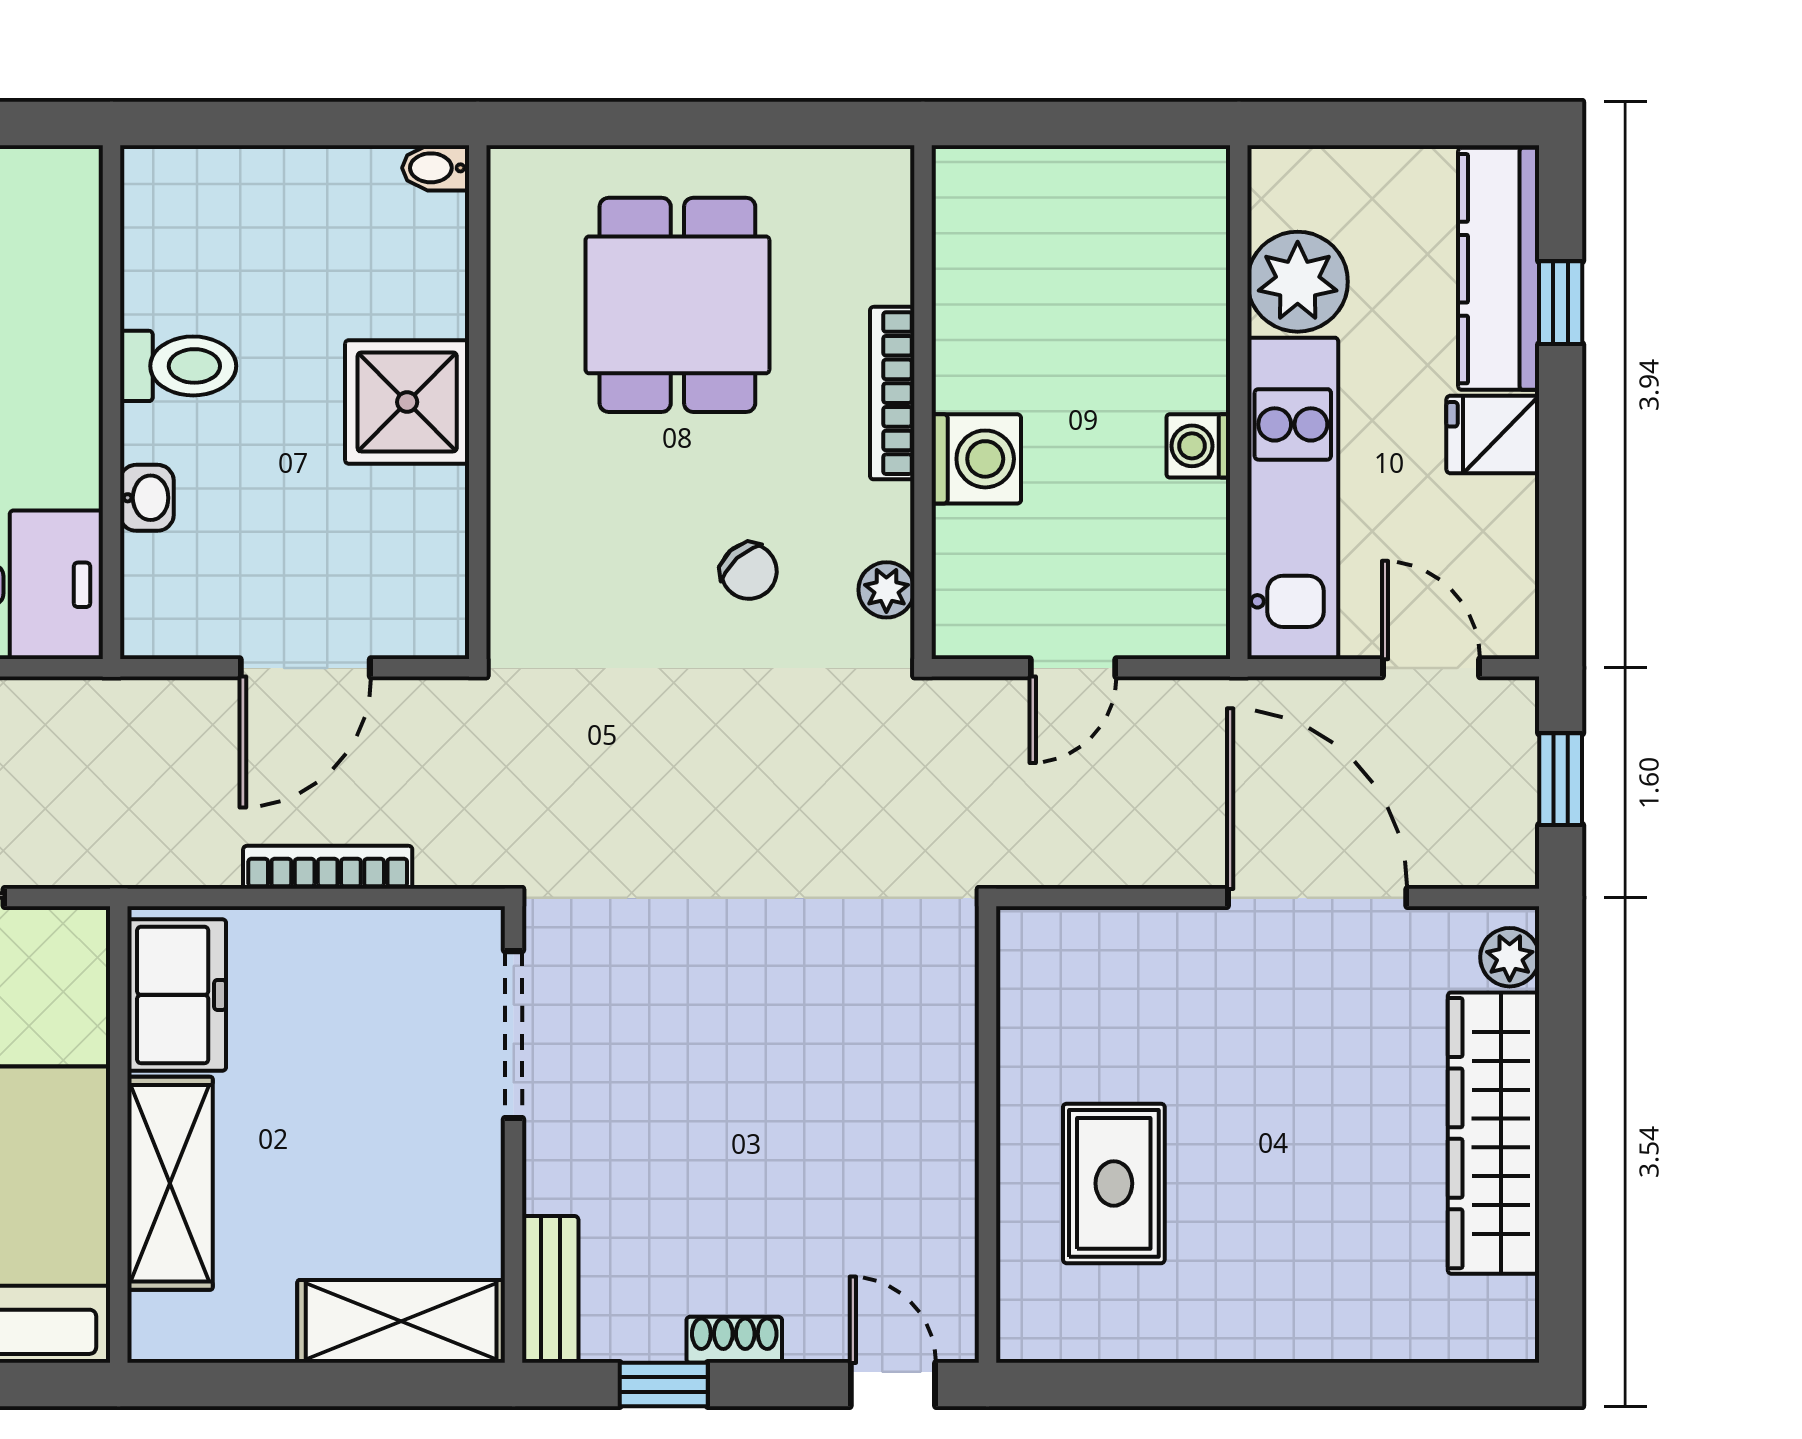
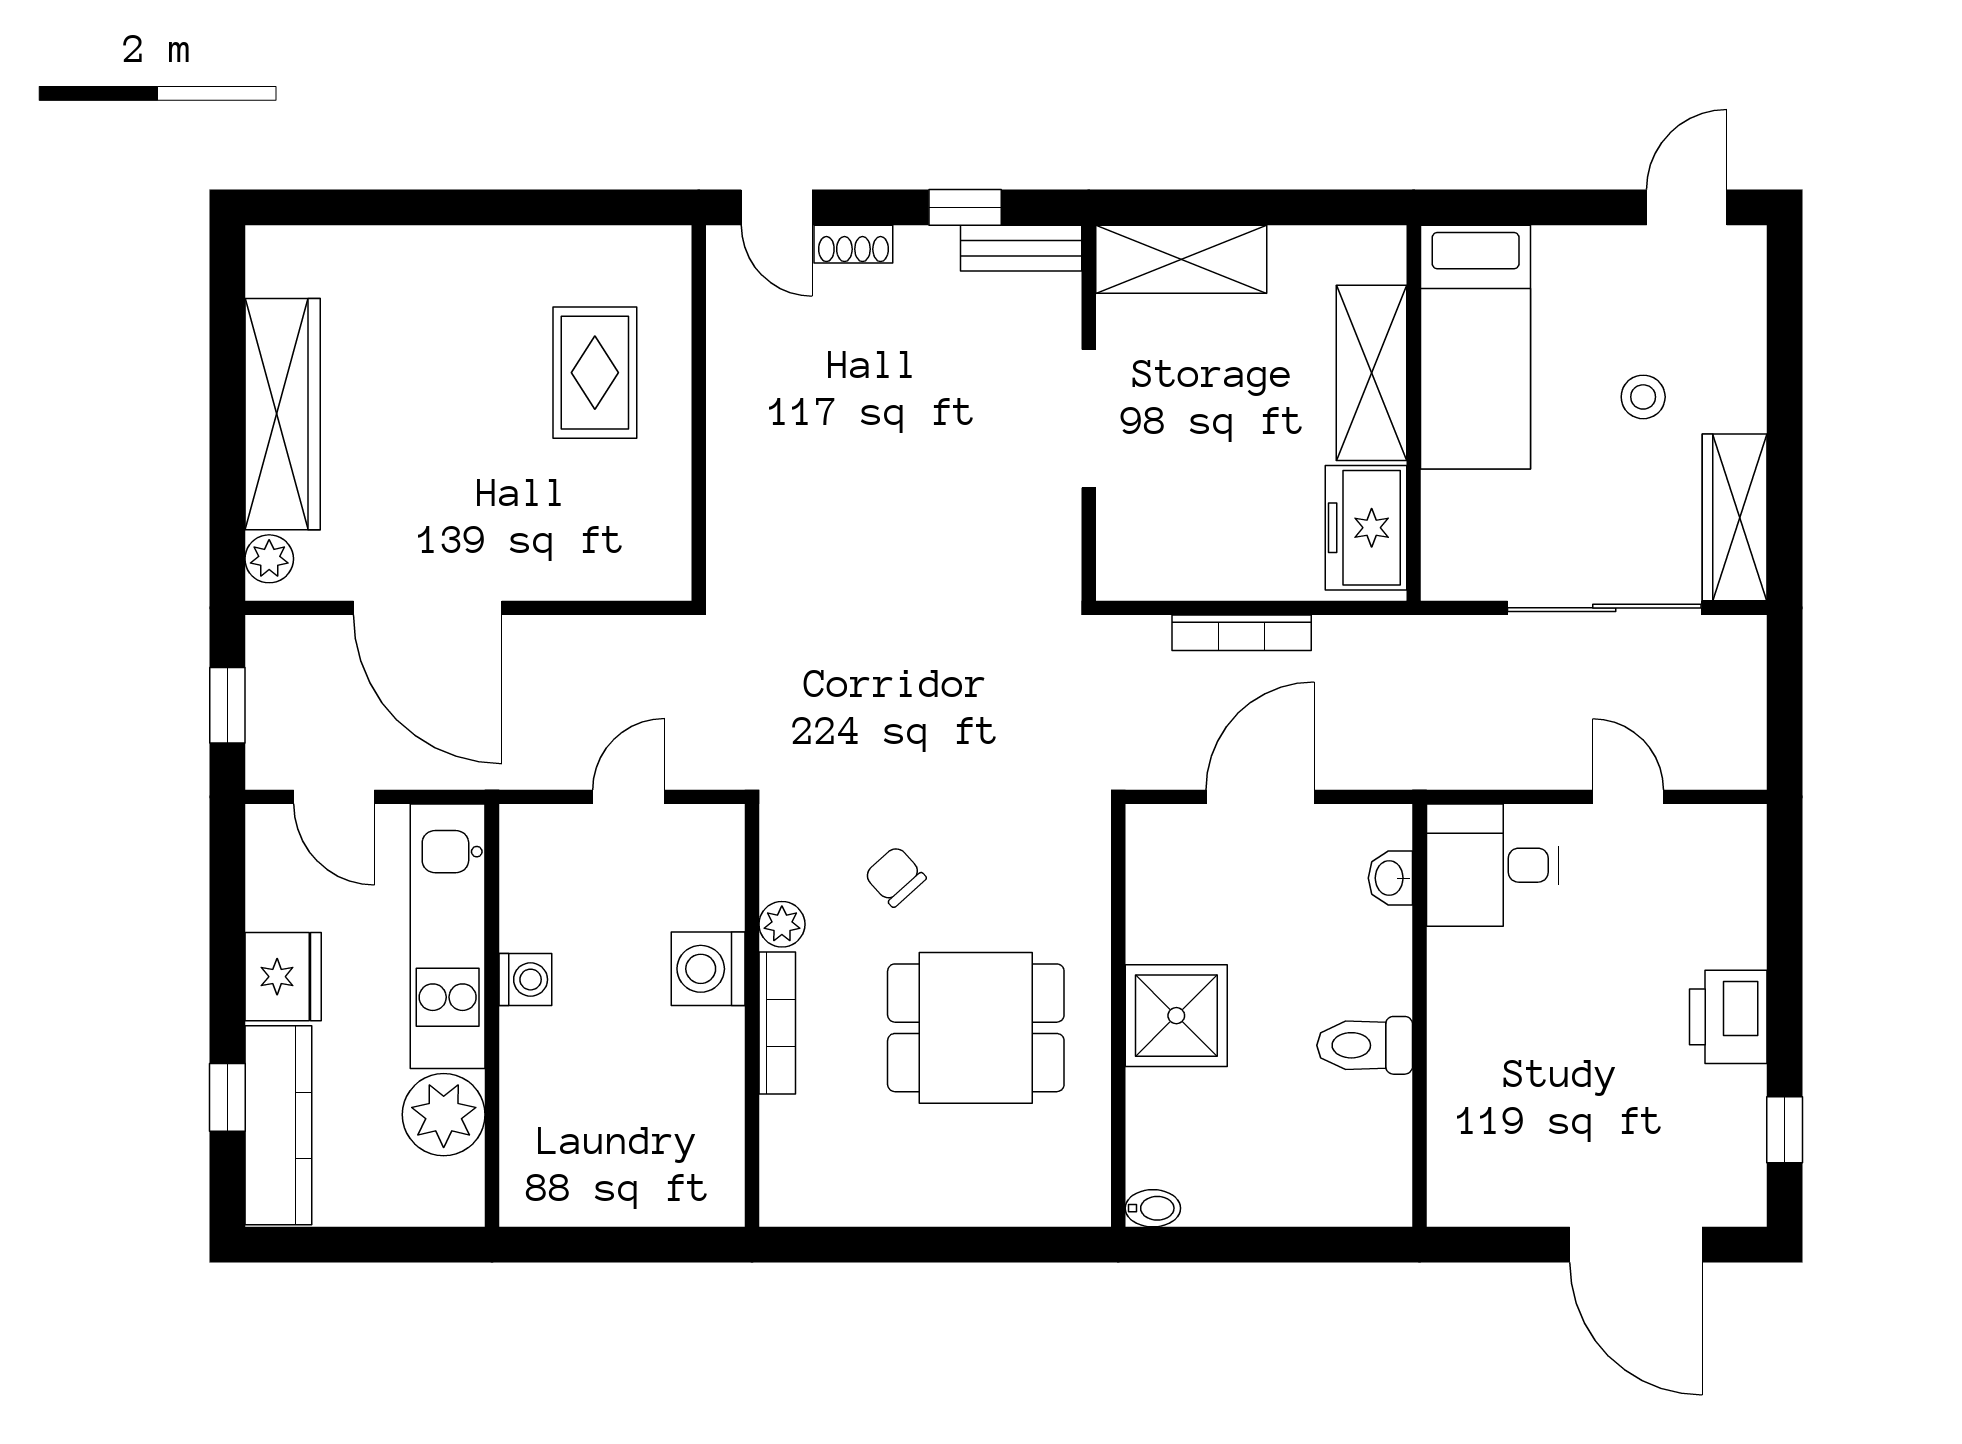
dining table: (677, 305) -> (976, 1028), moved, turned 90
fridge: (1493, 435) -> (283, 977), width x1.38
washbasin: (147, 498) -> (1390, 878), moved
plant: (886, 590) -> (782, 924), moved
doorway: (514, 1035) -> (1089, 419), moved
bench: (550, 1289) -> (1021, 248), moved, turned 90
shoe rack: (734, 1340) -> (853, 244), moved

